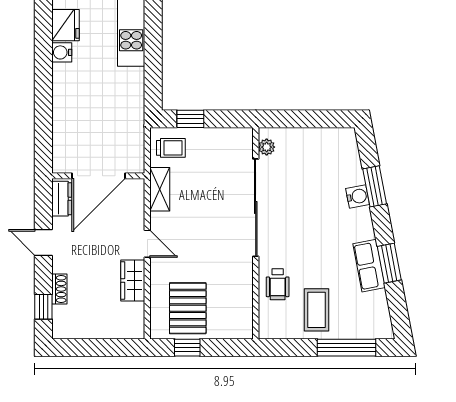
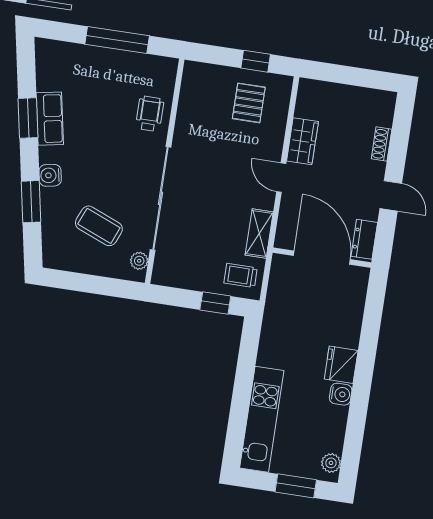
fridge: (66, 25) -> (341, 365), moved
door: (98, 176) -> (322, 258), hinge flipped
water cooler: (358, 196) -> (50, 175), moved
window: (43, 307) -> (401, 128), removed
pallet: (188, 308) -> (249, 103), width x0.67, depth x0.71
coffee table: (316, 310) -> (99, 226), moved, turned -68
window: (347, 348) -> (117, 40), moved

